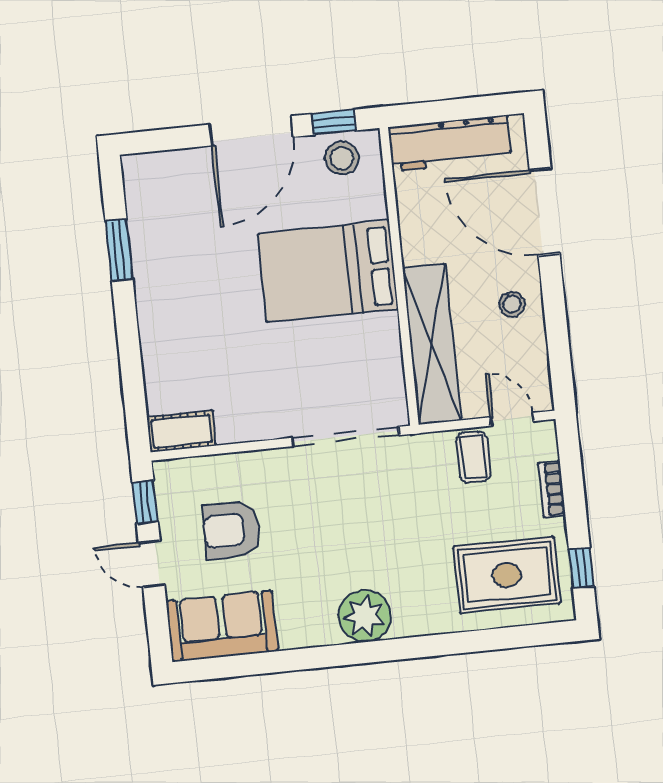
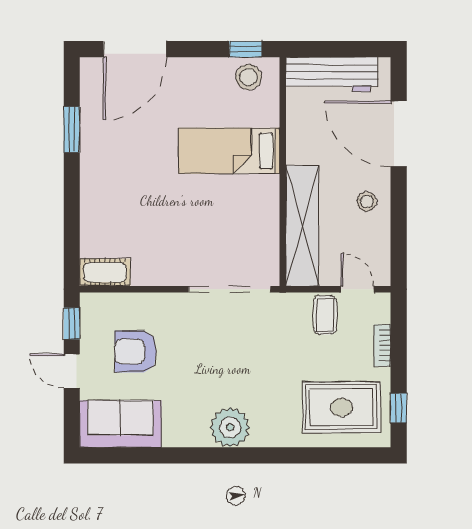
door: (252, 131) -> (135, 49), moved
bed: (328, 271) -> (229, 151), width x0.67

